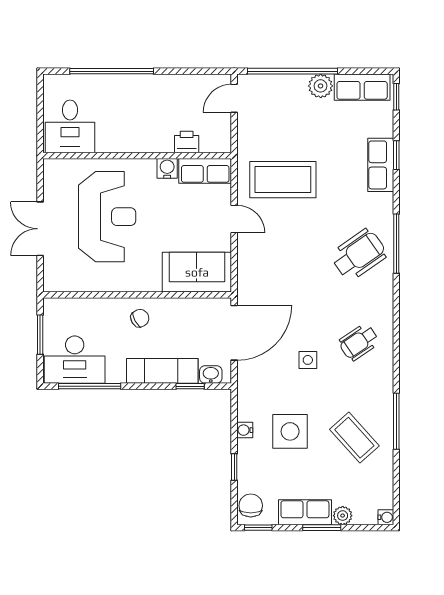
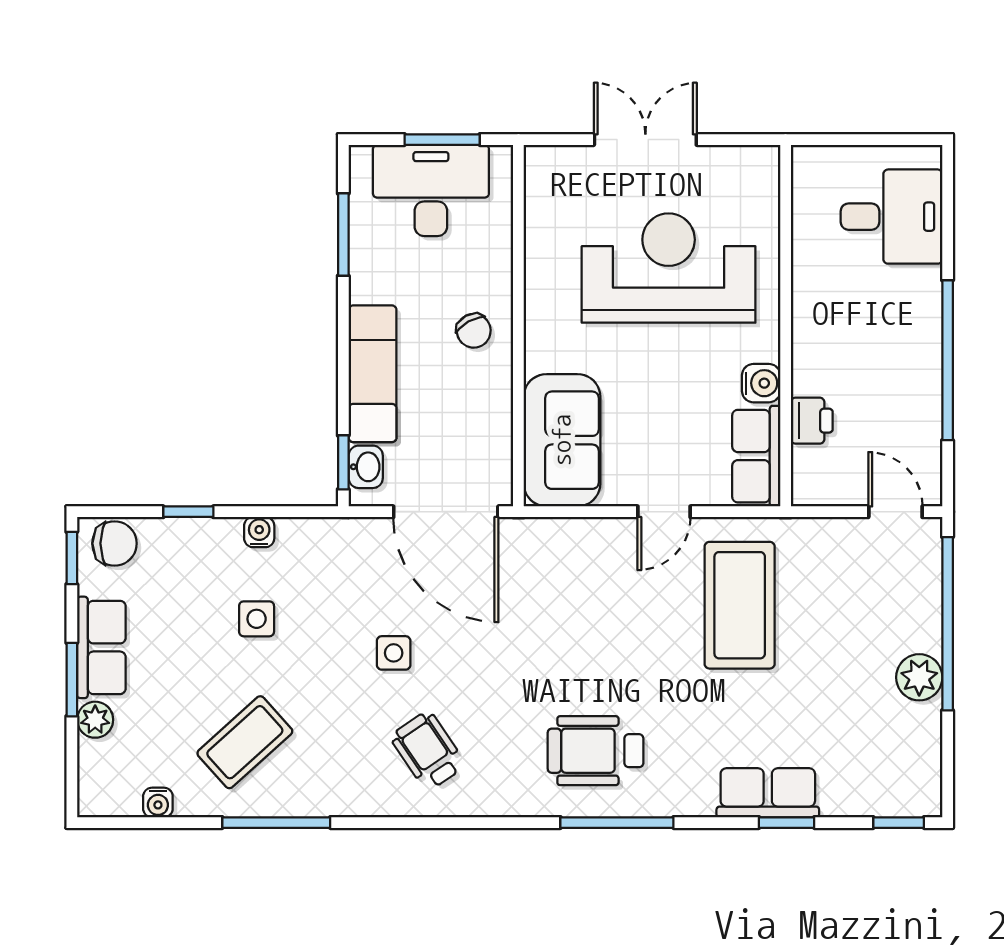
window: (112, 71) -> (948, 360), moved
row of seats: (362, 87) -> (917, 757), removed
desk: (70, 126) -> (892, 217), moved, turned 180
reception desk: (107, 217) -> (669, 268), turned 180
wheelchair: (359, 255) -> (596, 751), turned 125
desk: (75, 360) -> (431, 190), moved, turned 90
window: (90, 386) -> (343, 235), width x0.69
window: (190, 386) -> (343, 462), moved
side table: (290, 431) -> (257, 619), width x0.54, depth x0.54
water cooler: (386, 517) -> (158, 803), moved

